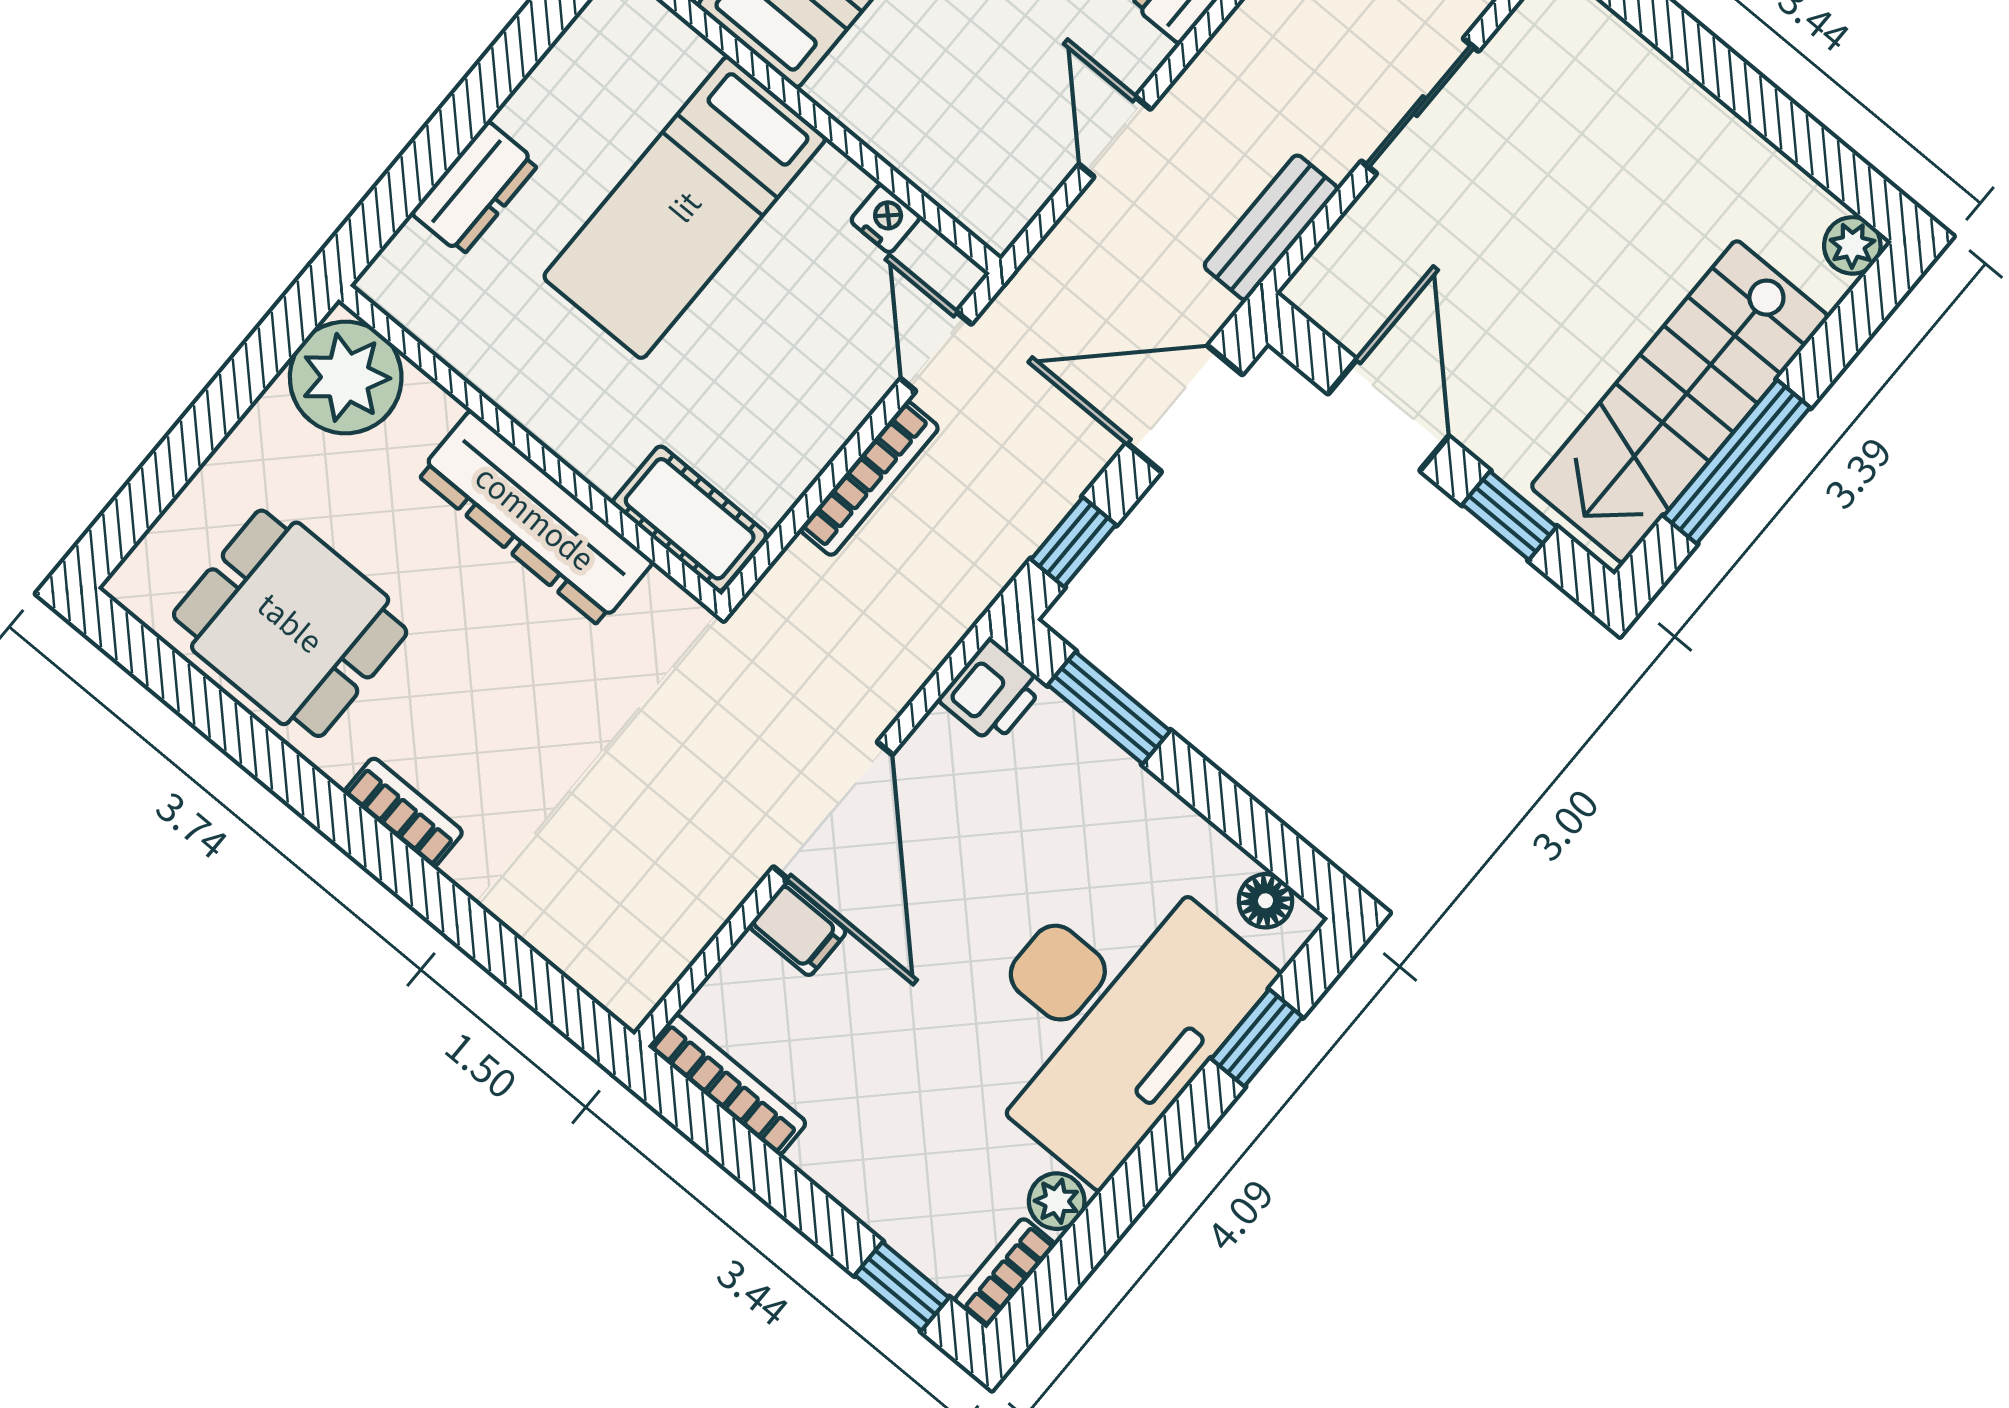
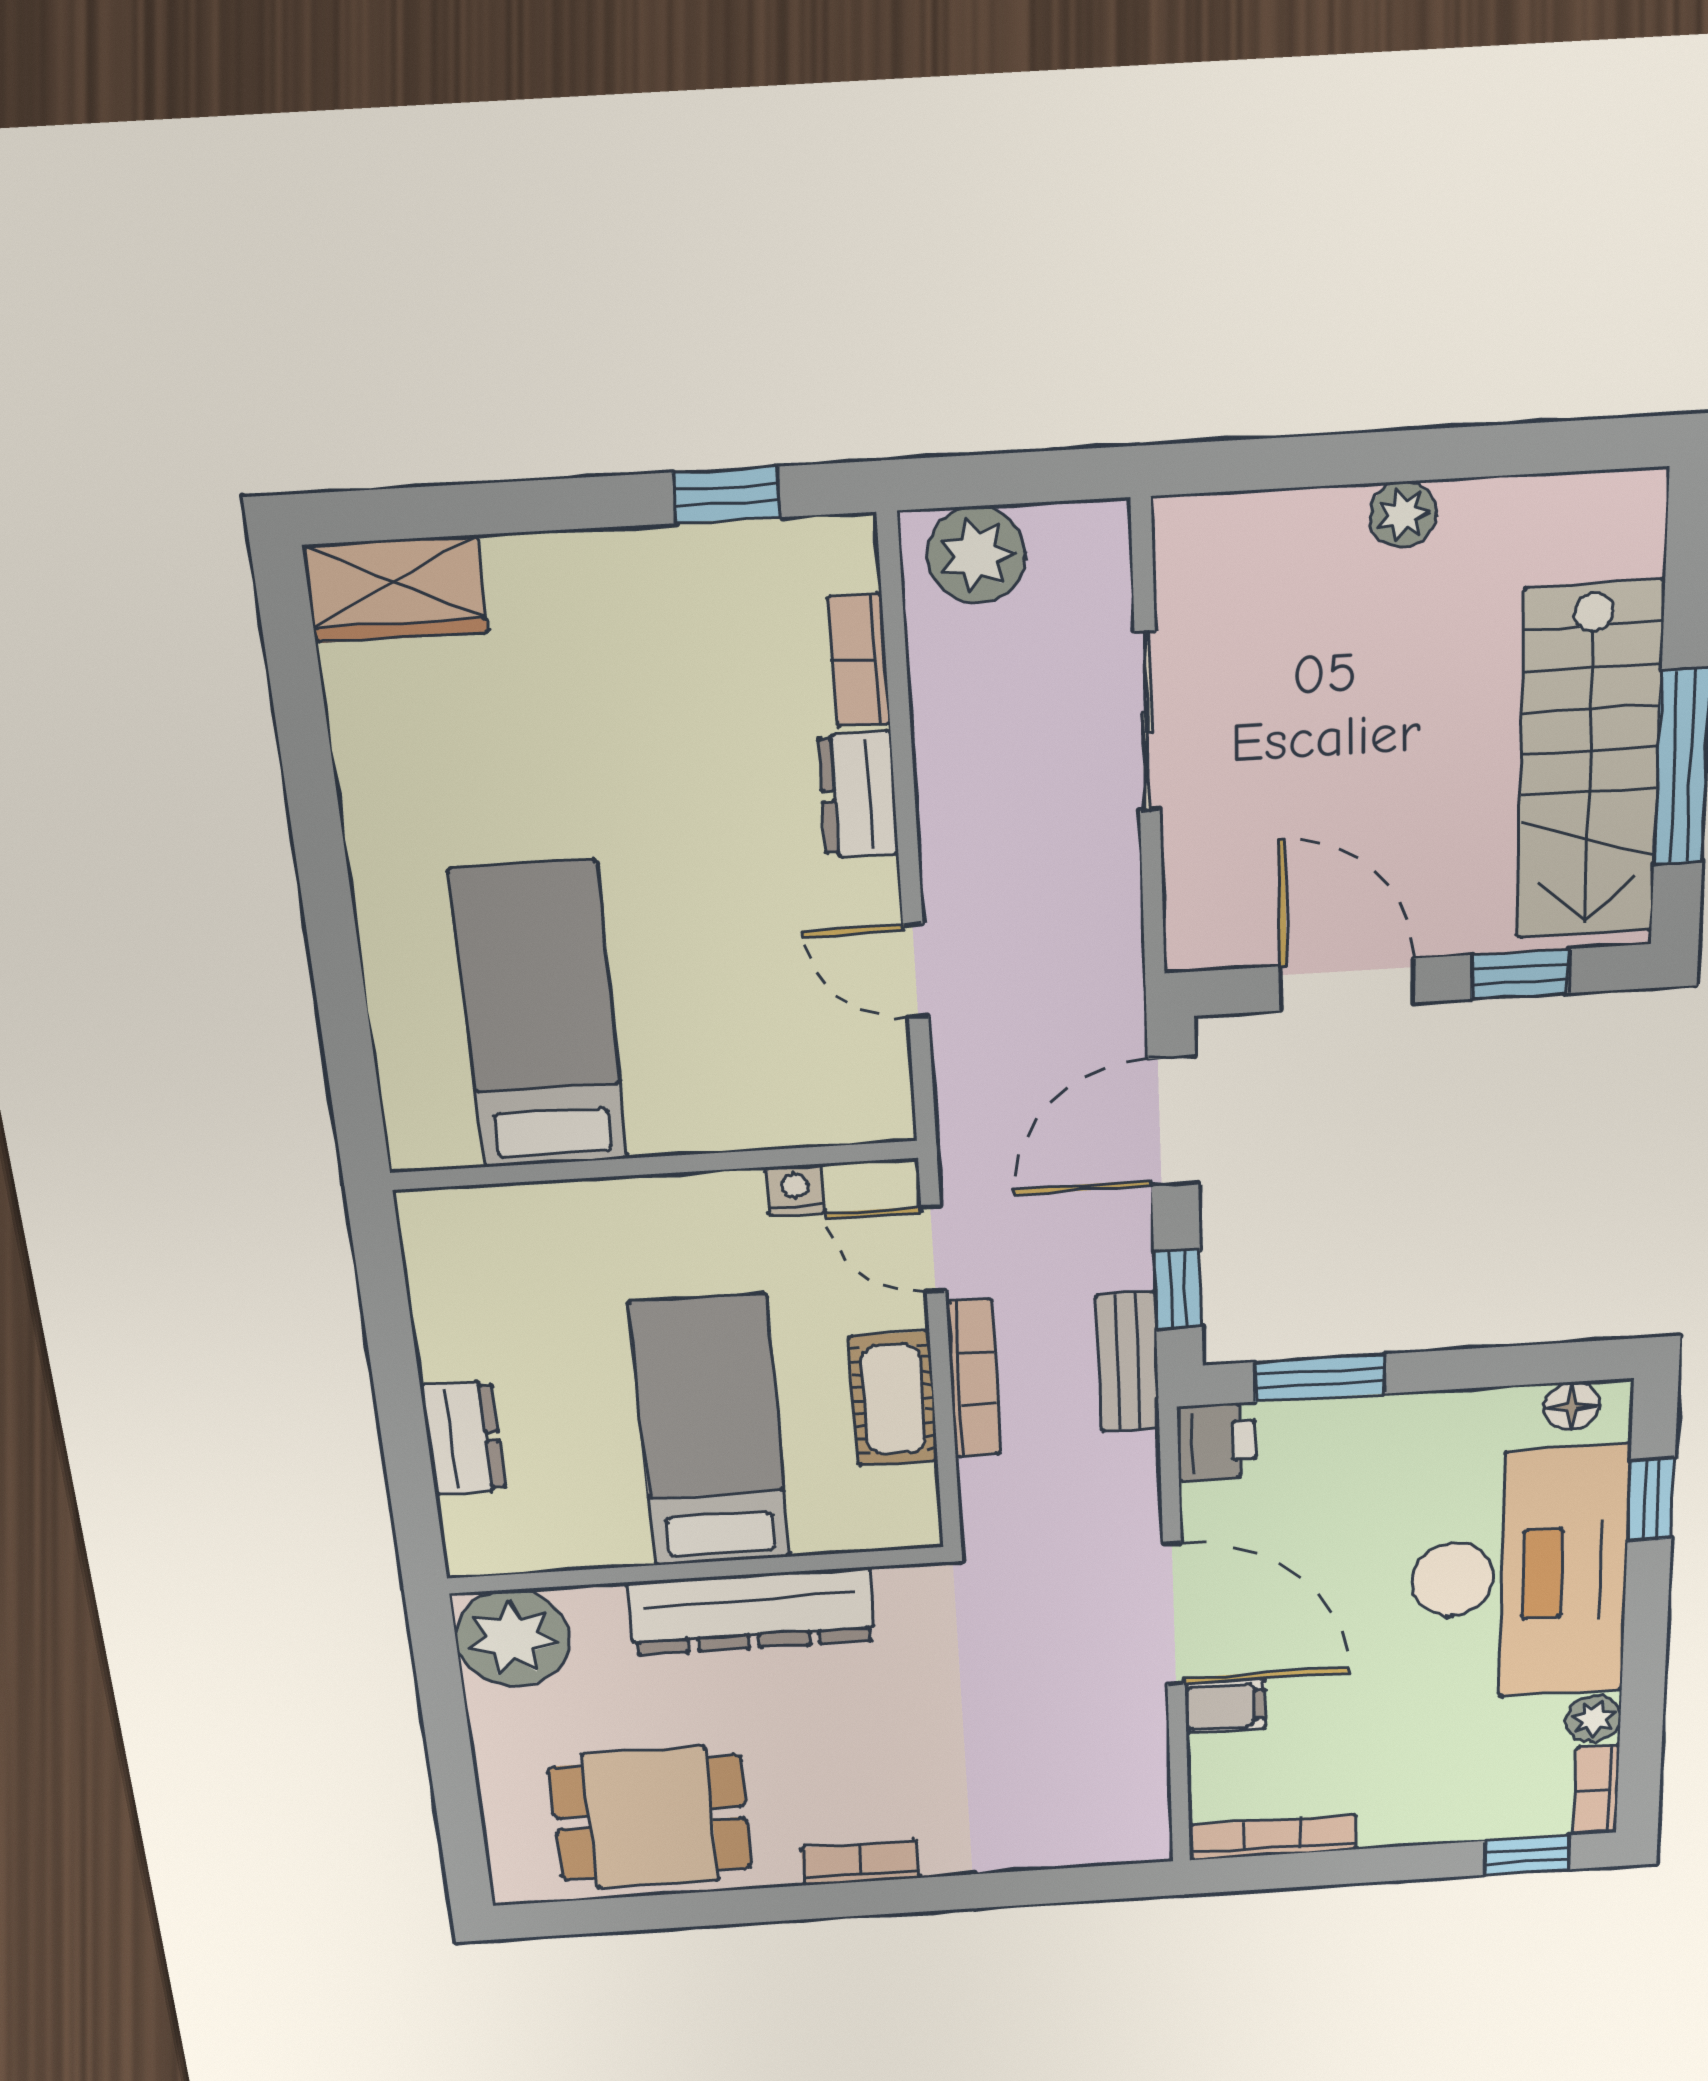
bed: (685, 207) -> (710, 1432), moved, turned 180
bench: (1271, 227) -> (1128, 1362), moved
plant: (1852, 245) -> (1403, 514), moved
cot: (690, 519) -> (893, 1399), moved, turned 90

